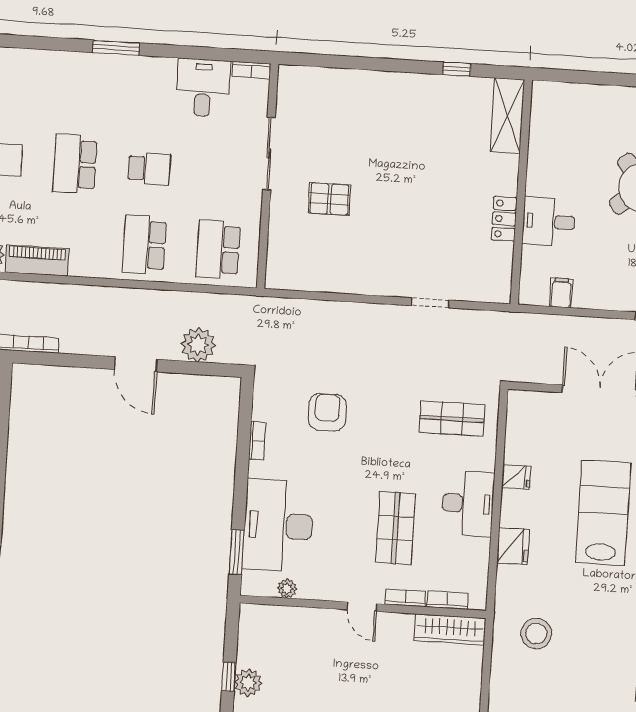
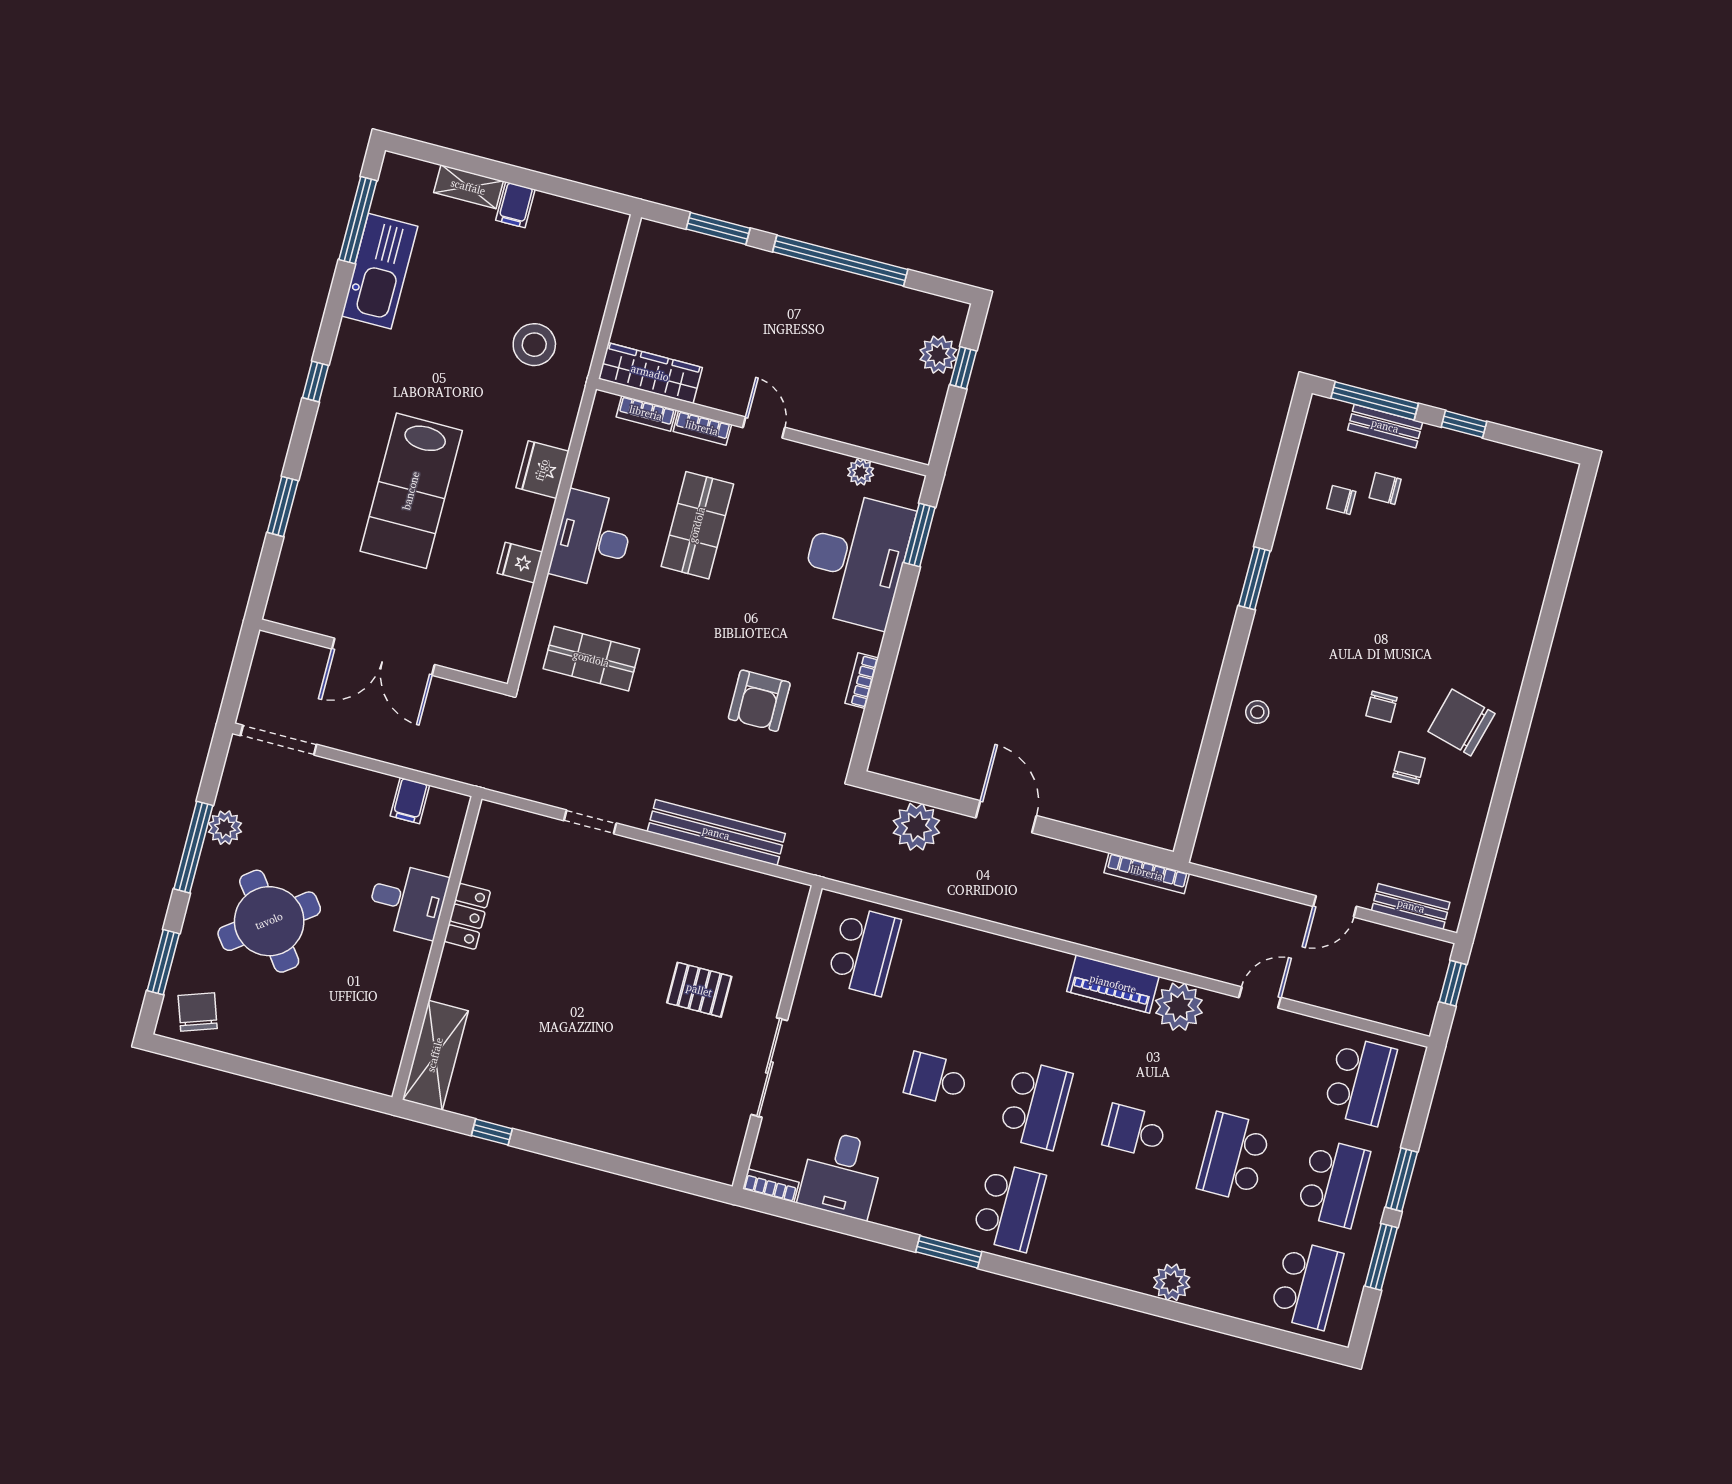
school desk: (144, 245) -> (1009, 1207), moved
bench: (339, 313) -> (716, 833), added

